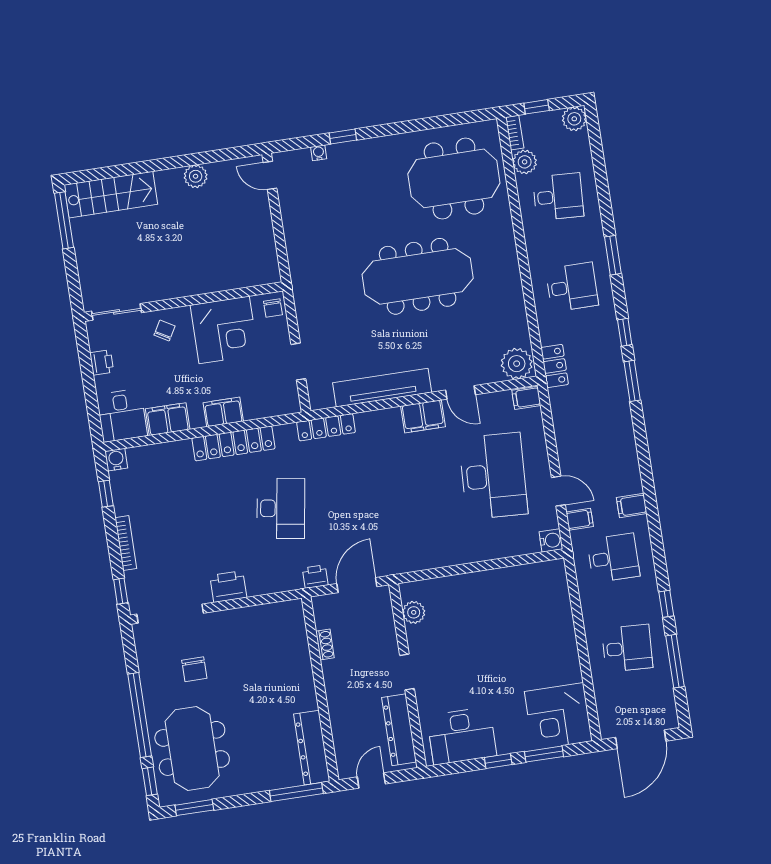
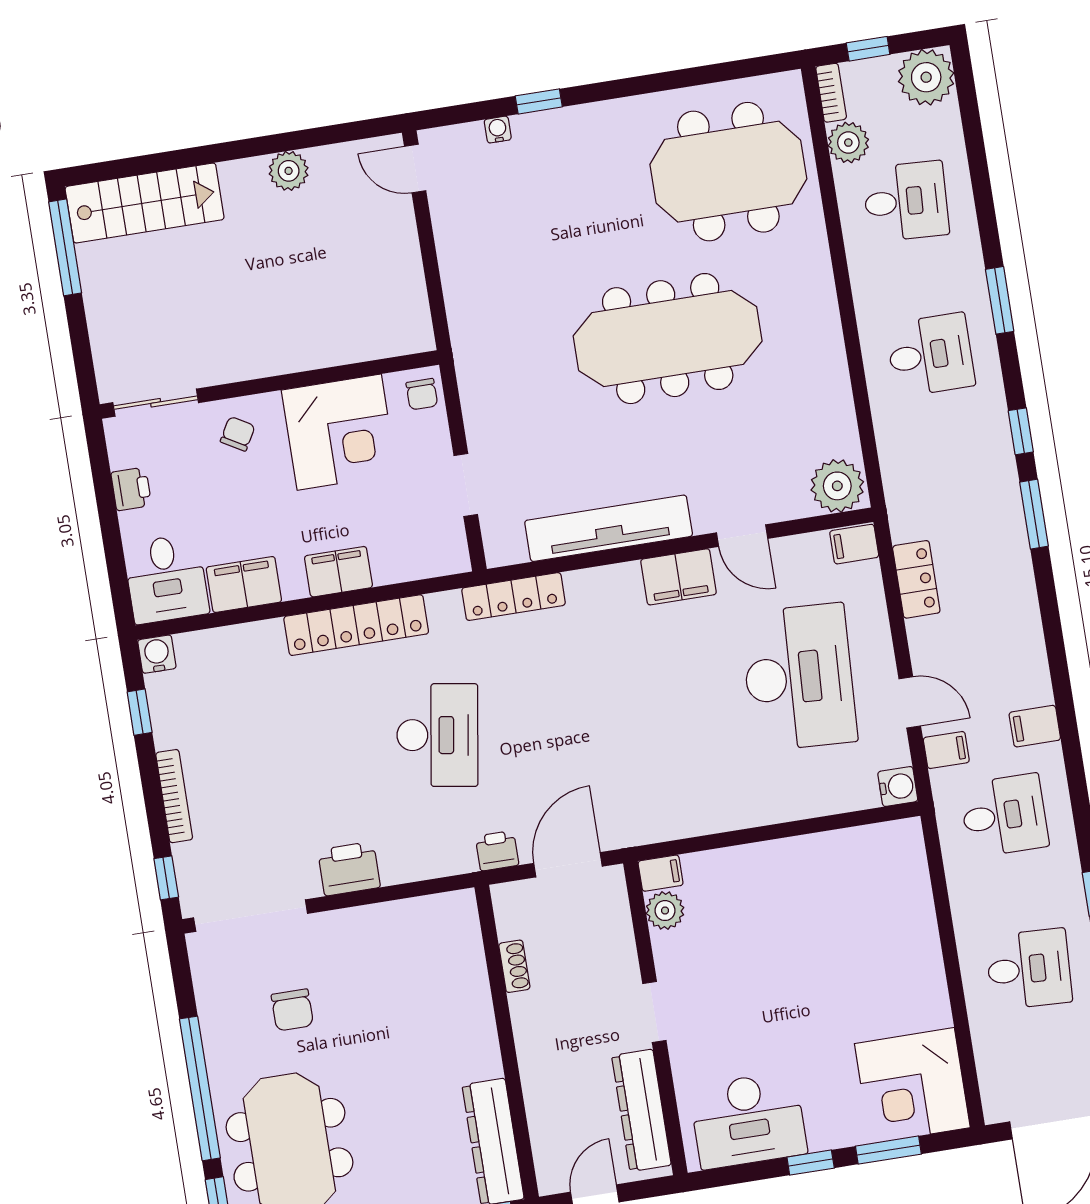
plant: (574, 119) -> (926, 77), width x1.36, depth x1.36
locker: (555, 366) -> (916, 579), moved
filing cabinet: (411, 590) -> (661, 873), added

